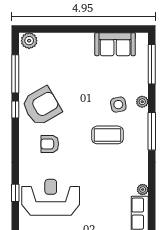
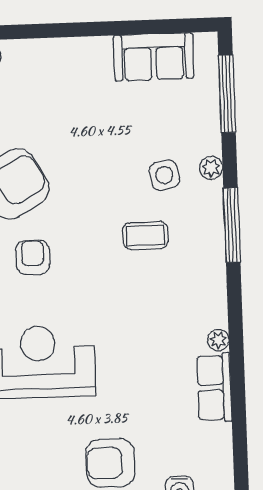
coffee table: (108, 135) -> (145, 235), width x0.73, depth x0.77
armchair: (50, 144) -> (33, 257), turned 90

